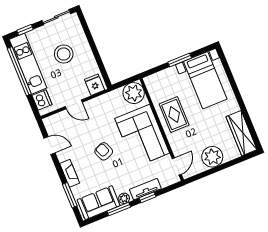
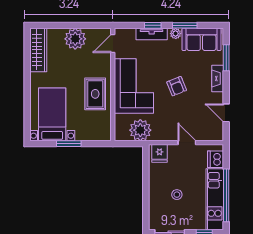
stool: (64, 54) -> (177, 195), width x0.53, depth x0.53
plant: (134, 93) -> (140, 130), moved

